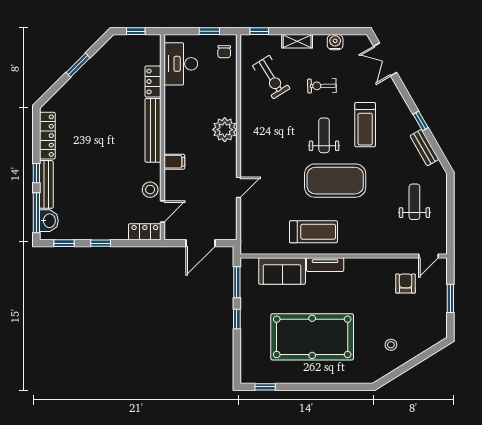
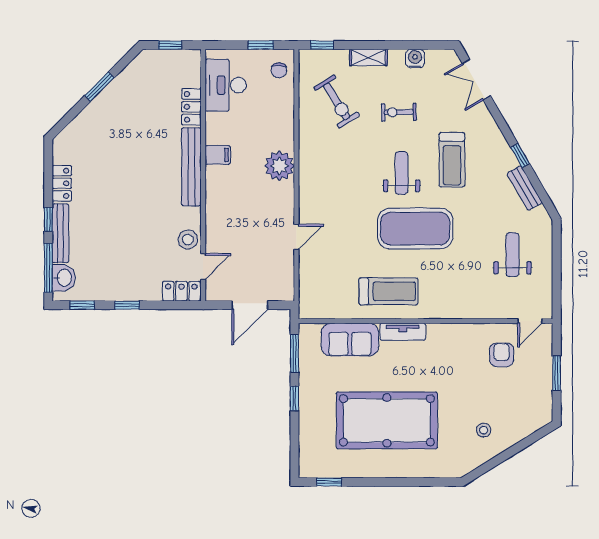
locker: (47, 136) -> (62, 183), width x0.66
filing cabinet: (174, 162) -> (218, 155), moved

